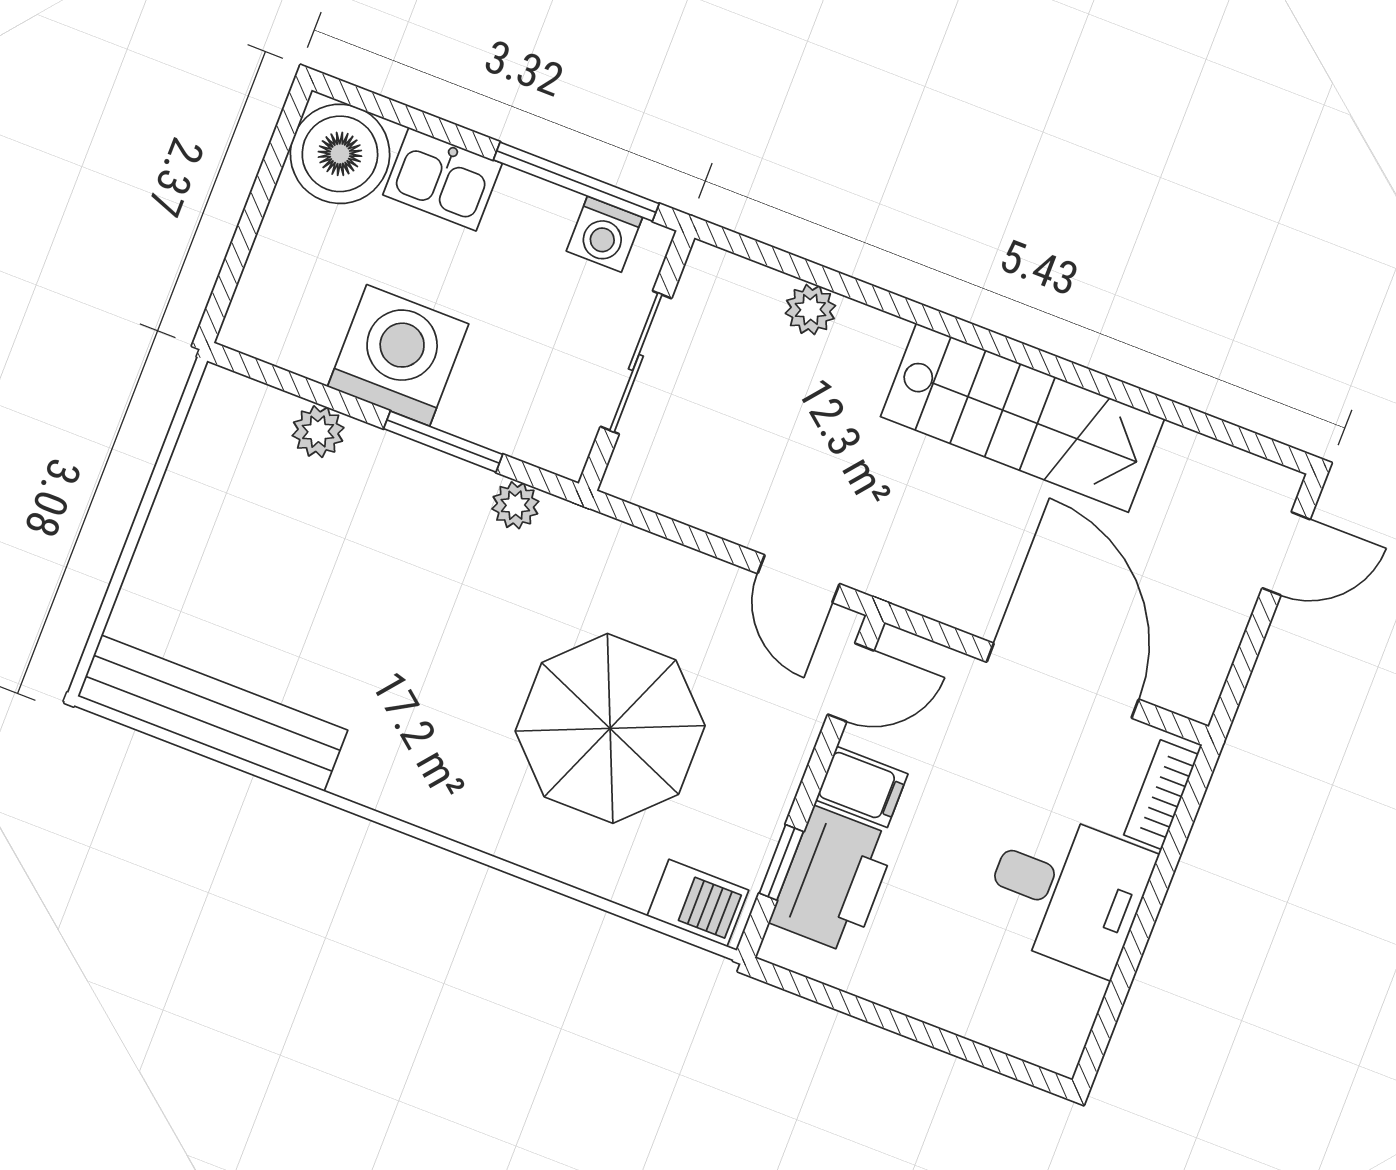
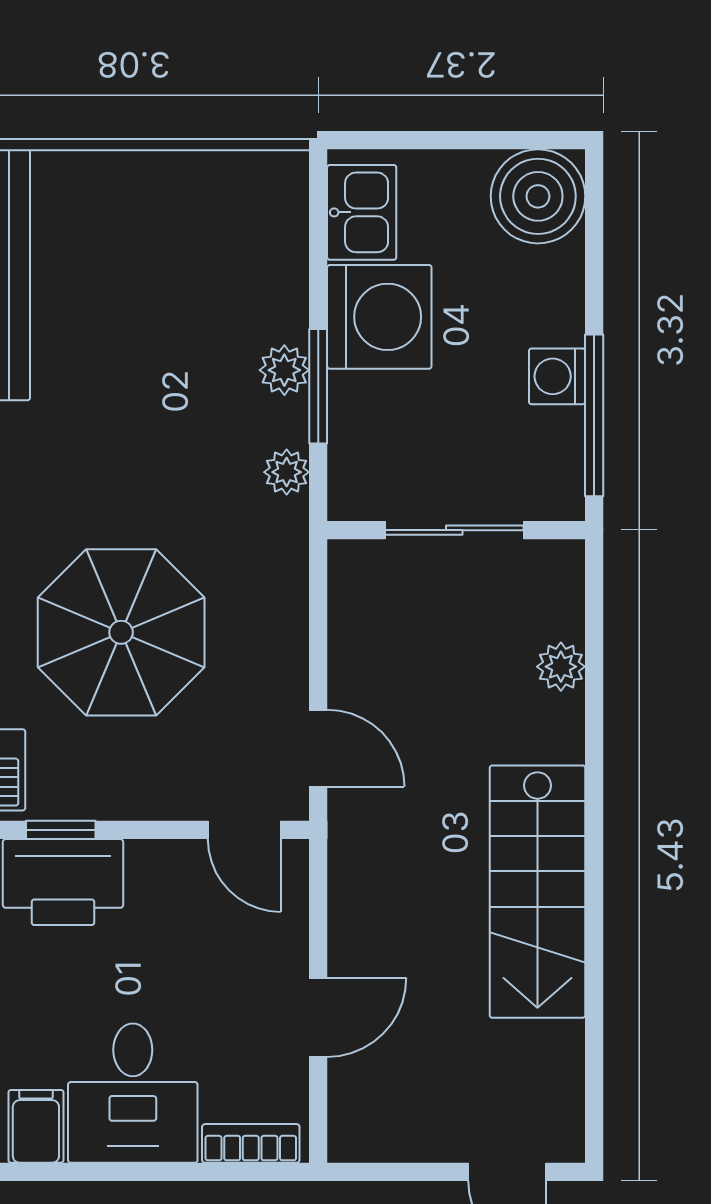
kitchen sink: (443, 179) -> (362, 212), moved, turned 180
washing machine: (604, 234) -> (557, 376), moved
plant: (318, 432) -> (284, 370), moved
door: (799, 579) -> (318, 748), swing flipped
door: (1063, 681) -> (318, 1017), width x0.53
filing cabinet: (862, 787) -> (36, 1126), moved, turned 180

